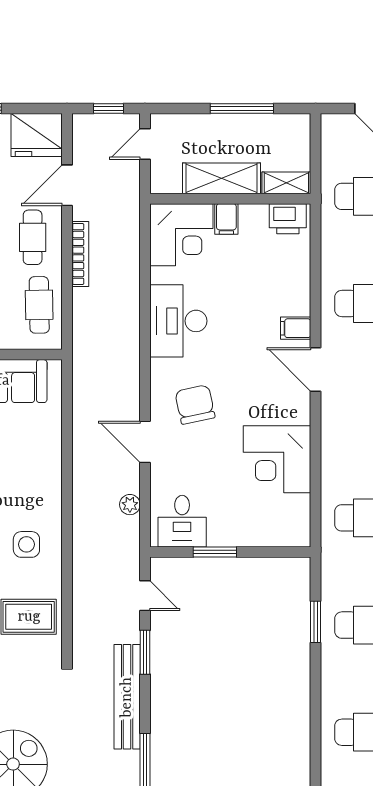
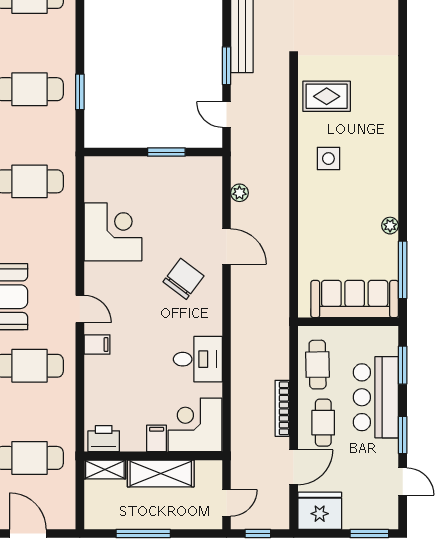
desk: (178, 321) -> (198, 359), width x0.73
door: (316, 369) -> (80, 309), width x0.73
chair: (195, 405) -> (183, 279), turned -131
desk: (182, 521) -> (195, 179), removed

